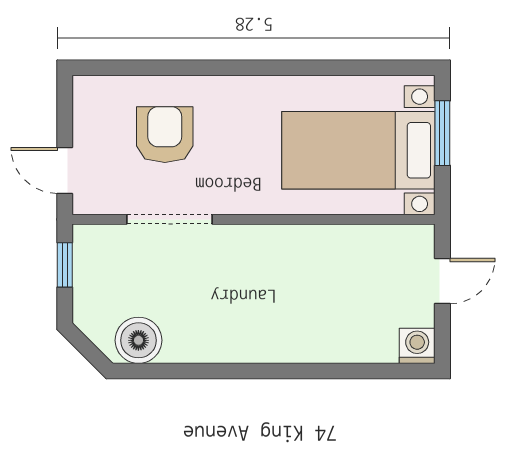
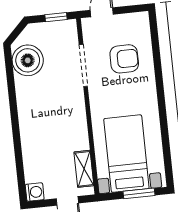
shelving: (380, 240) -> (84, 169), added
boiler: (138, 340) -> (28, 60), width x1.37, depth x1.37

